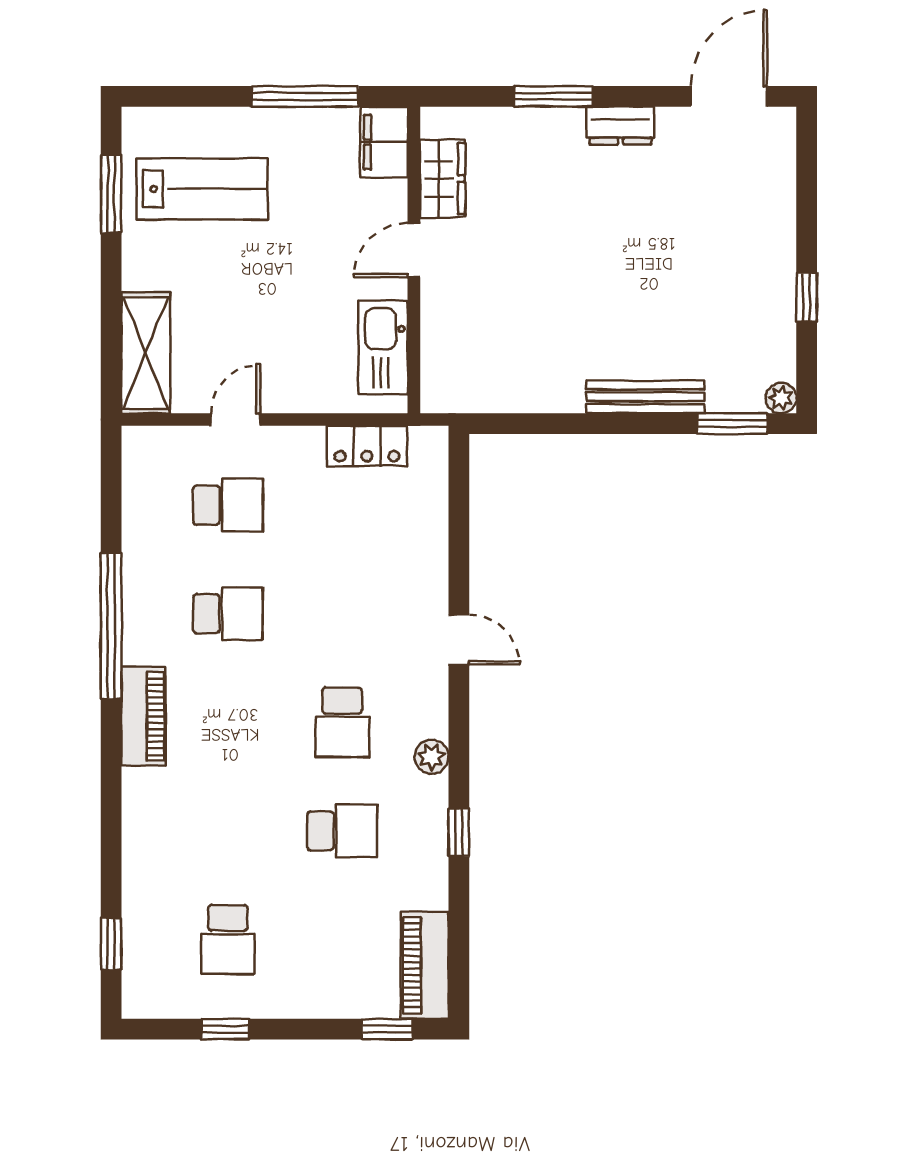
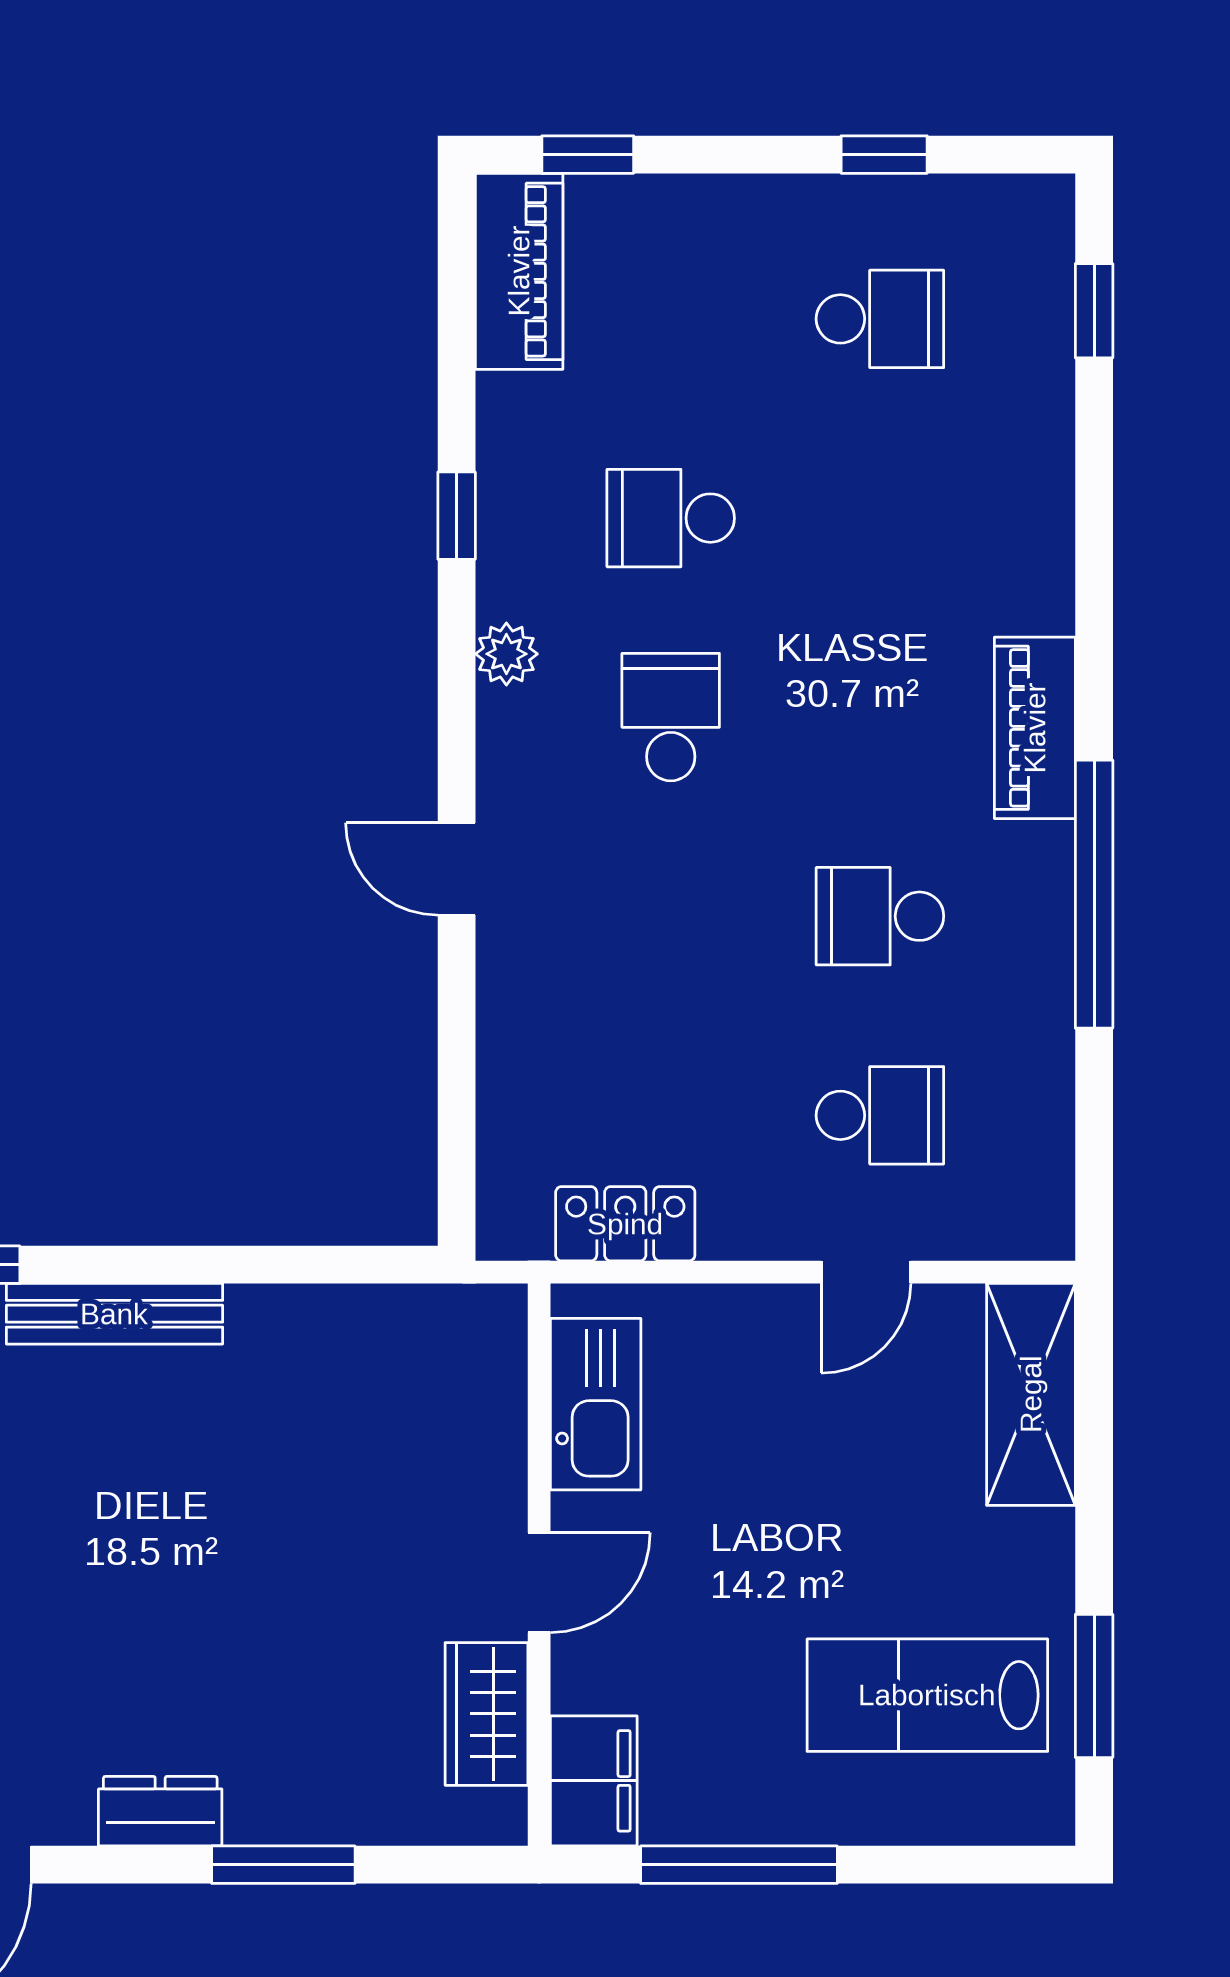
school desk: (228, 505) -> (880, 1115), turned 180
school desk: (228, 939) -> (880, 319), turned 90

